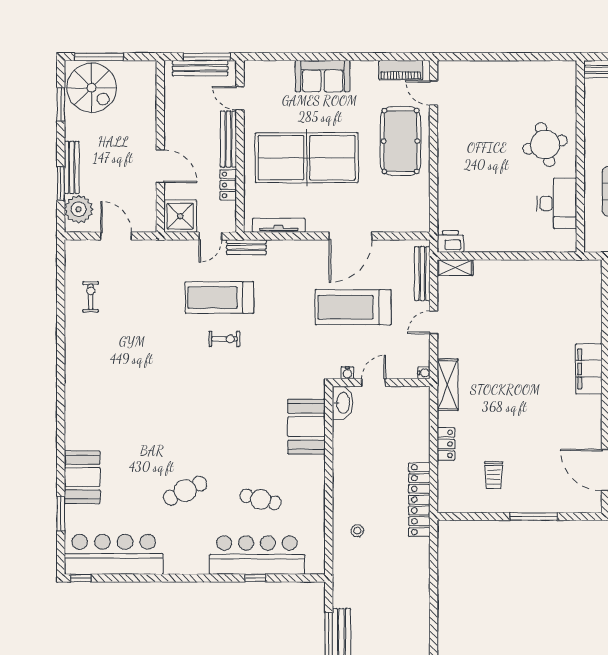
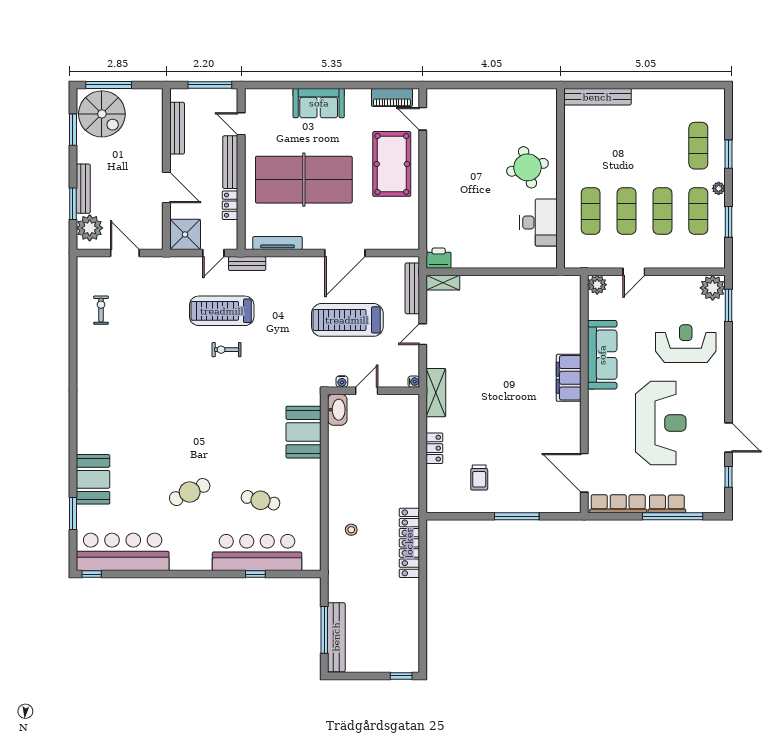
bench: (200, 68) -> (177, 128), moved, turned 90
exercise bike: (224, 339) -> (227, 350), turned 180
locker: (419, 500) -> (409, 543), moved

